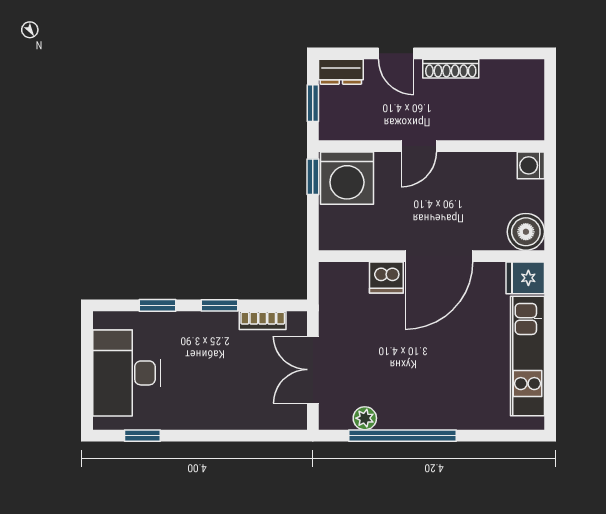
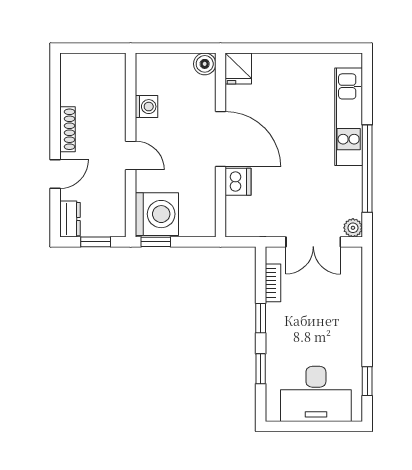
washing machine: (531, 165) -> (146, 107), moved, turned -90
boiler: (526, 232) -> (205, 64), width x0.73, depth x0.73
kitchen unit: (528, 356) -> (349, 117), moved, turned 90
plant: (365, 418) -> (353, 228), moved

